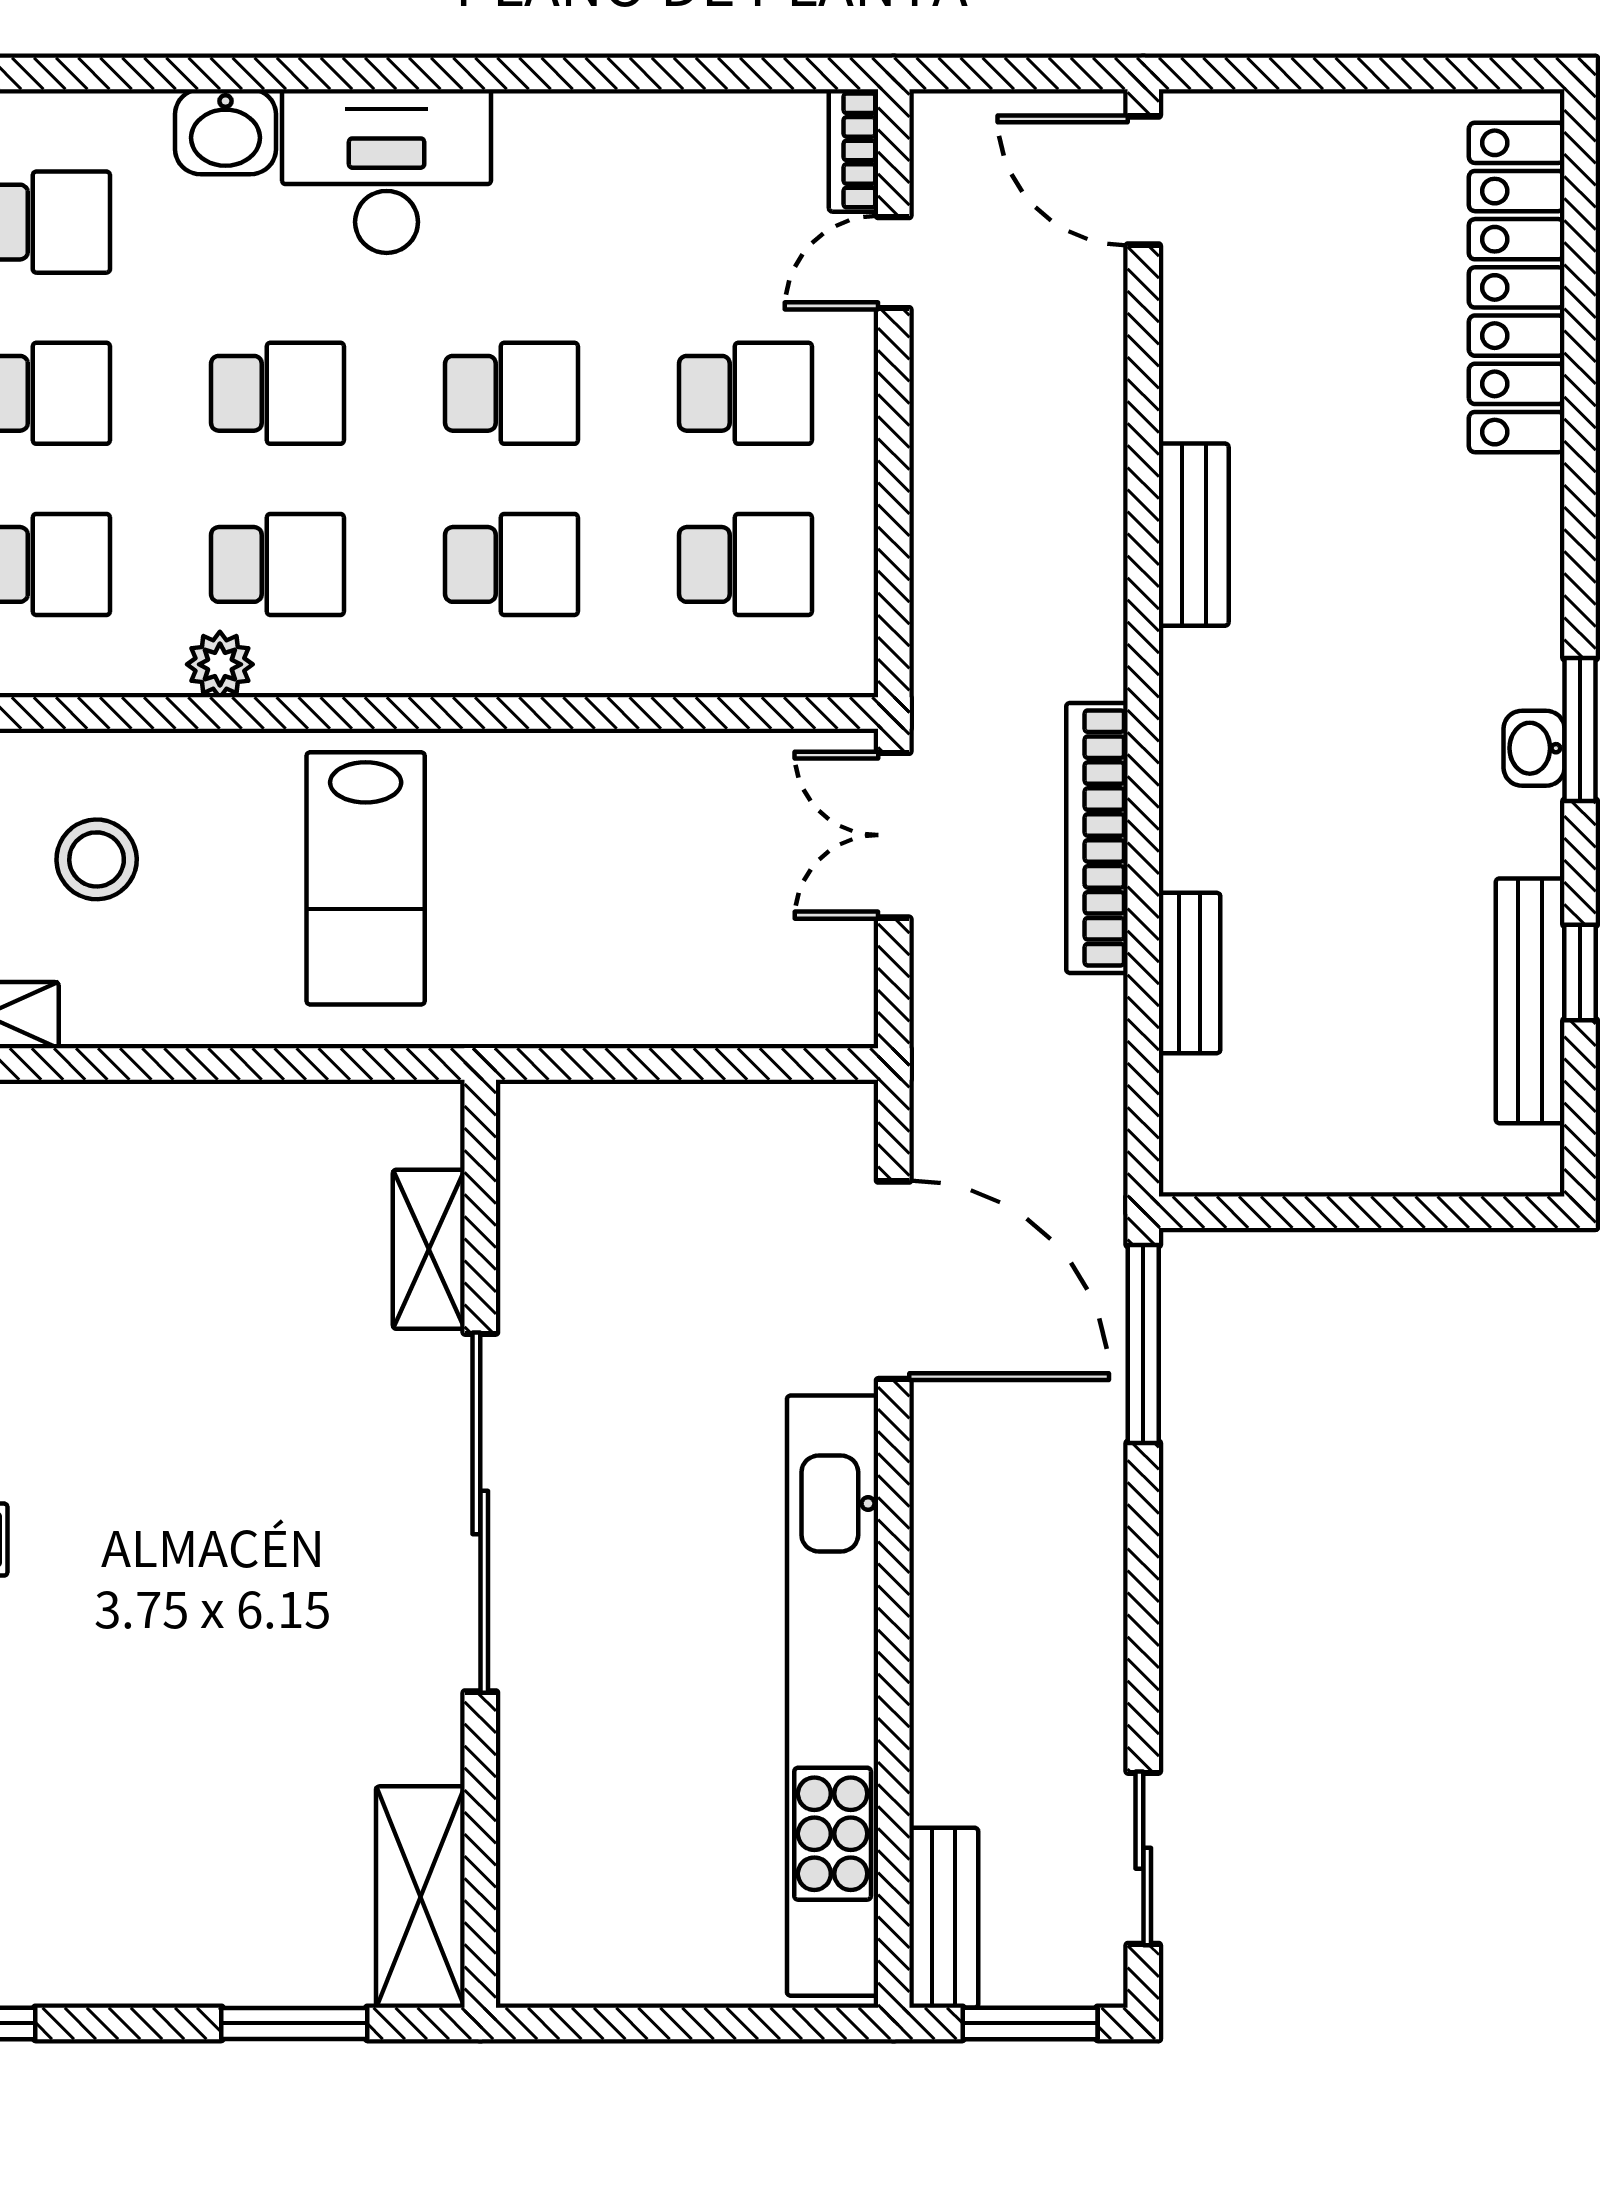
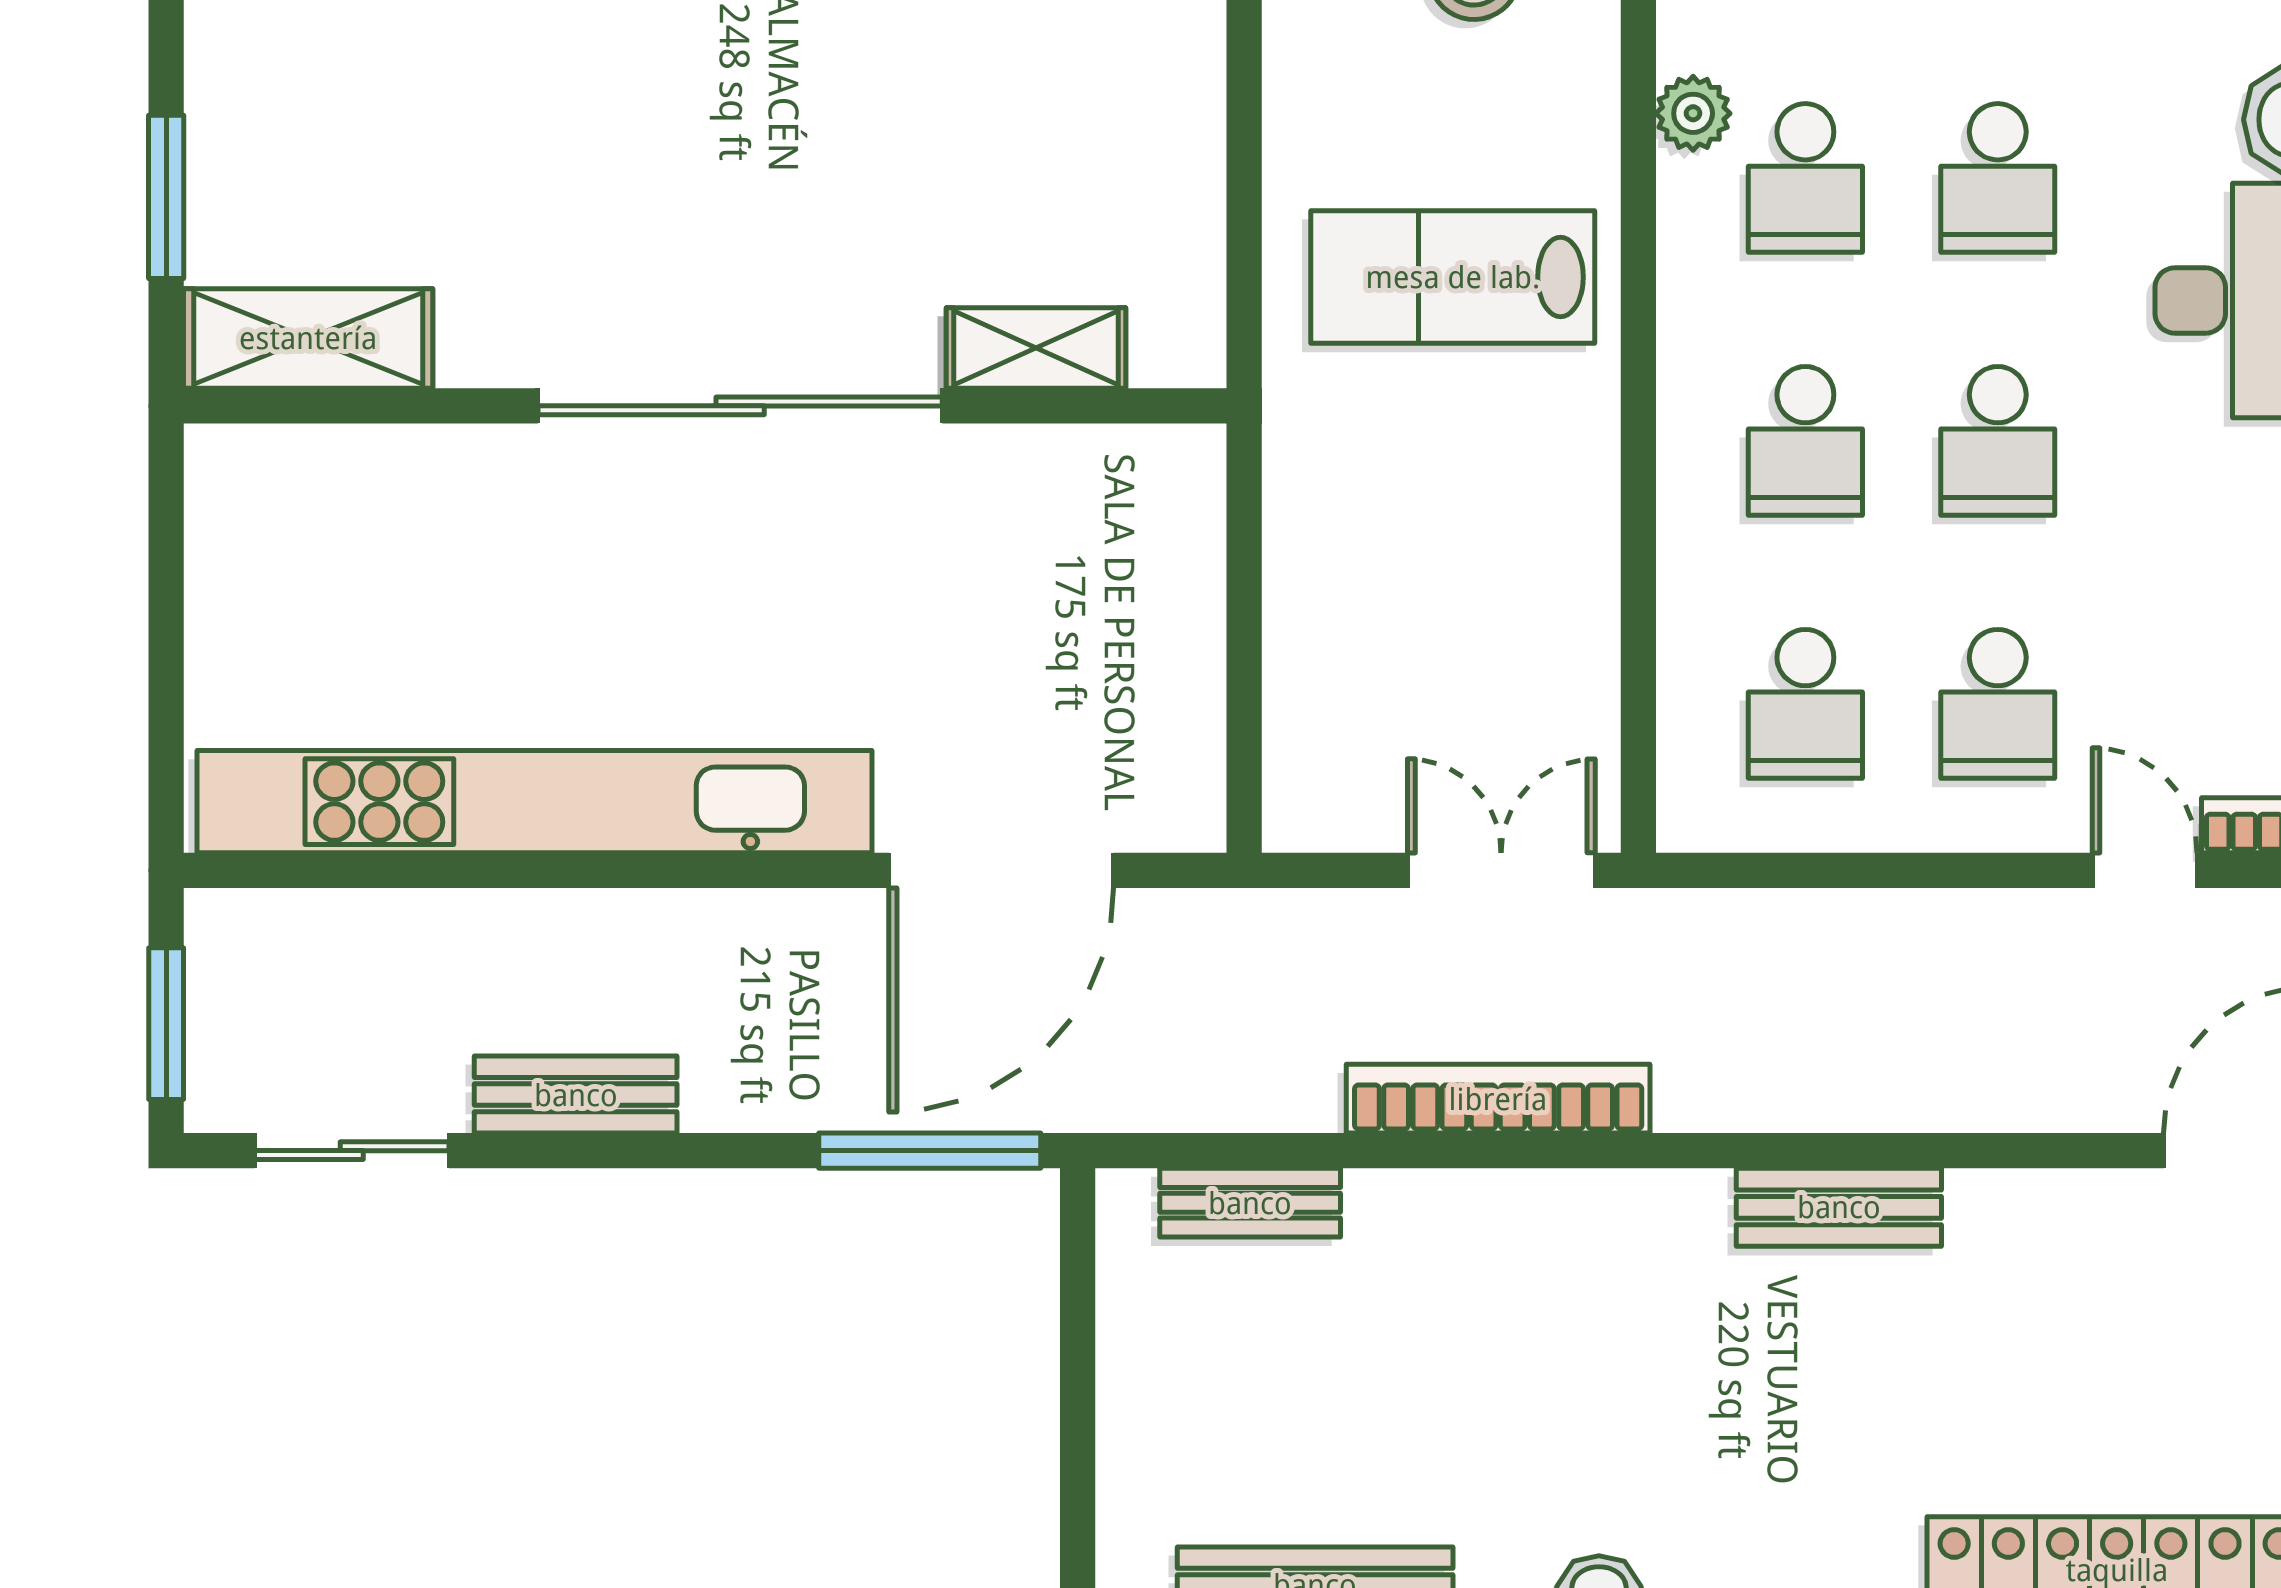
bench: (1190, 973) -> (1250, 1203), moved
bench: (944, 1918) -> (576, 1095), moved

